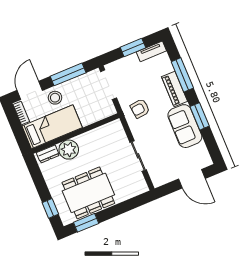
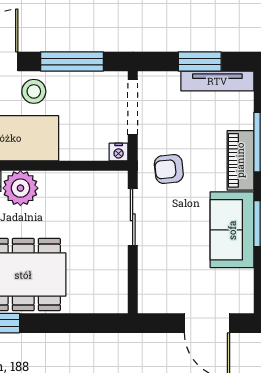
tv unit: (151, 51) -> (217, 81), width x1.41
nightstand: (111, 111) -> (119, 152), added
sliding door: (138, 156) -> (133, 217), moved

